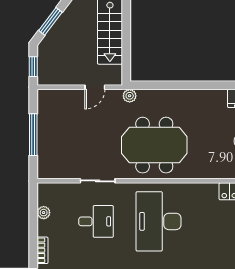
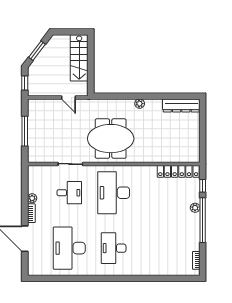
door: (95, 87) -> (69, 98), hinge flipped
plant: (130, 96) -> (140, 104), moved
plant: (44, 213) -> (32, 198), moved

